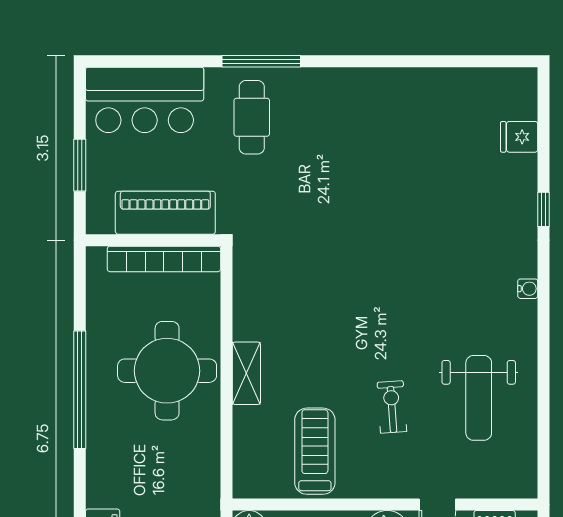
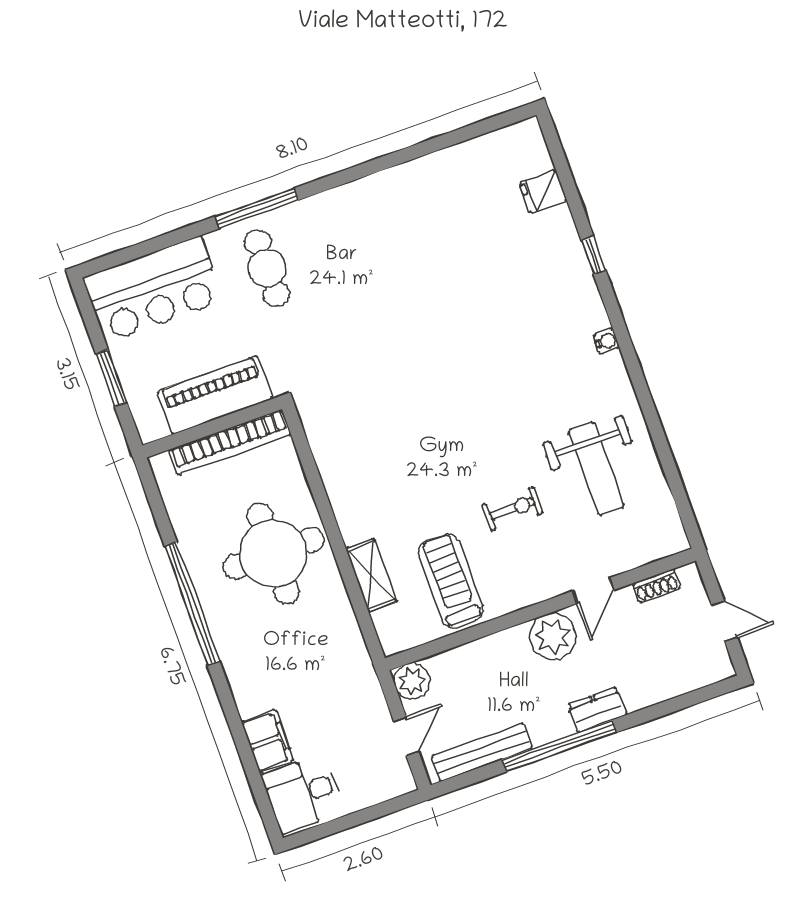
shelving: (246, 373) -> (371, 575), moved
exercise bike: (392, 407) -> (512, 509), turned 94

